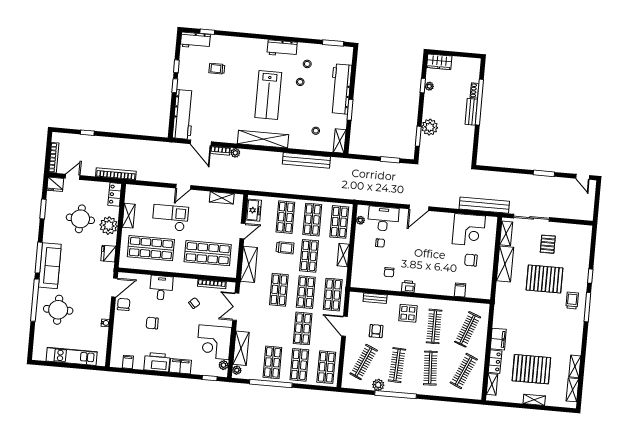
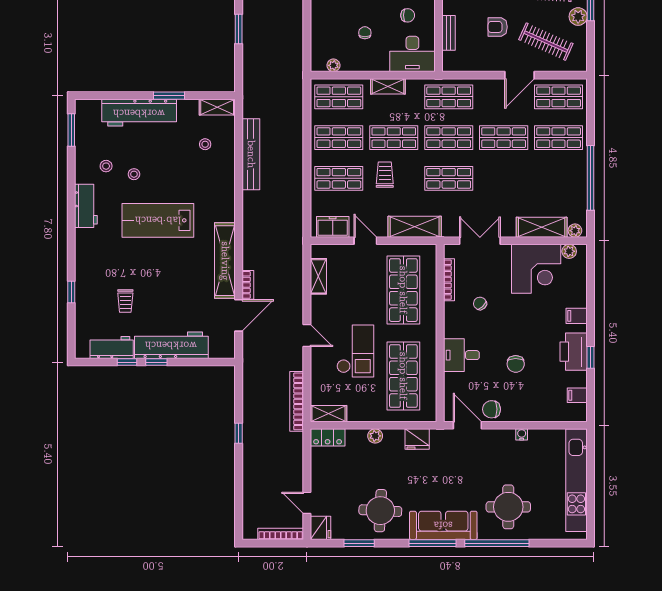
window: (207, 32) -> (71, 292), moved
workbench: (195, 40) -> (112, 348), moved, turned -90
lab bench: (268, 95) -> (158, 220), turned 180
workbench: (183, 114) -> (171, 345), moved
window: (87, 133) -> (239, 433), moved
shelving: (263, 139) -> (225, 261), moved
plant: (235, 153) -> (249, 262), removed
bookcase: (116, 174) -> (297, 401), moved
shelving: (129, 216) -> (328, 414), moved
checkout: (170, 218) -> (355, 351), turned 180
round table: (80, 219) -> (380, 511), moved
desk: (383, 219) -> (412, 54), moved, turned -90
plant: (109, 226) -> (375, 436), width x0.53, depth x0.53
double door: (236, 307) -> (480, 241), swing flipped
door: (344, 326) -> (519, 75), moved
kitchen unit: (72, 356) -> (576, 480), width x1.36
shop shelf: (272, 362) -> (559, 178), removed
filing cabinet: (180, 366) -> (577, 316), width x0.50
window: (210, 378) -> (590, 357), moved

